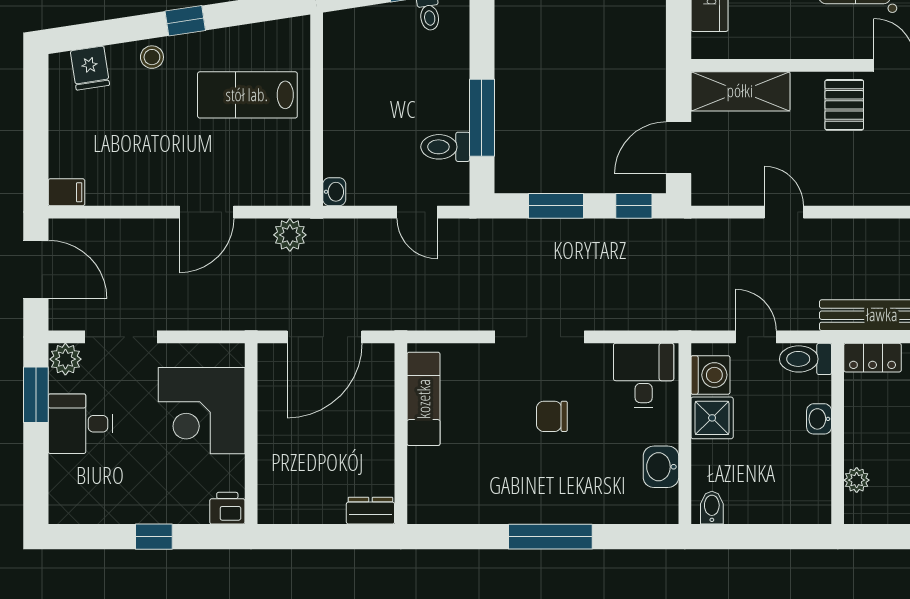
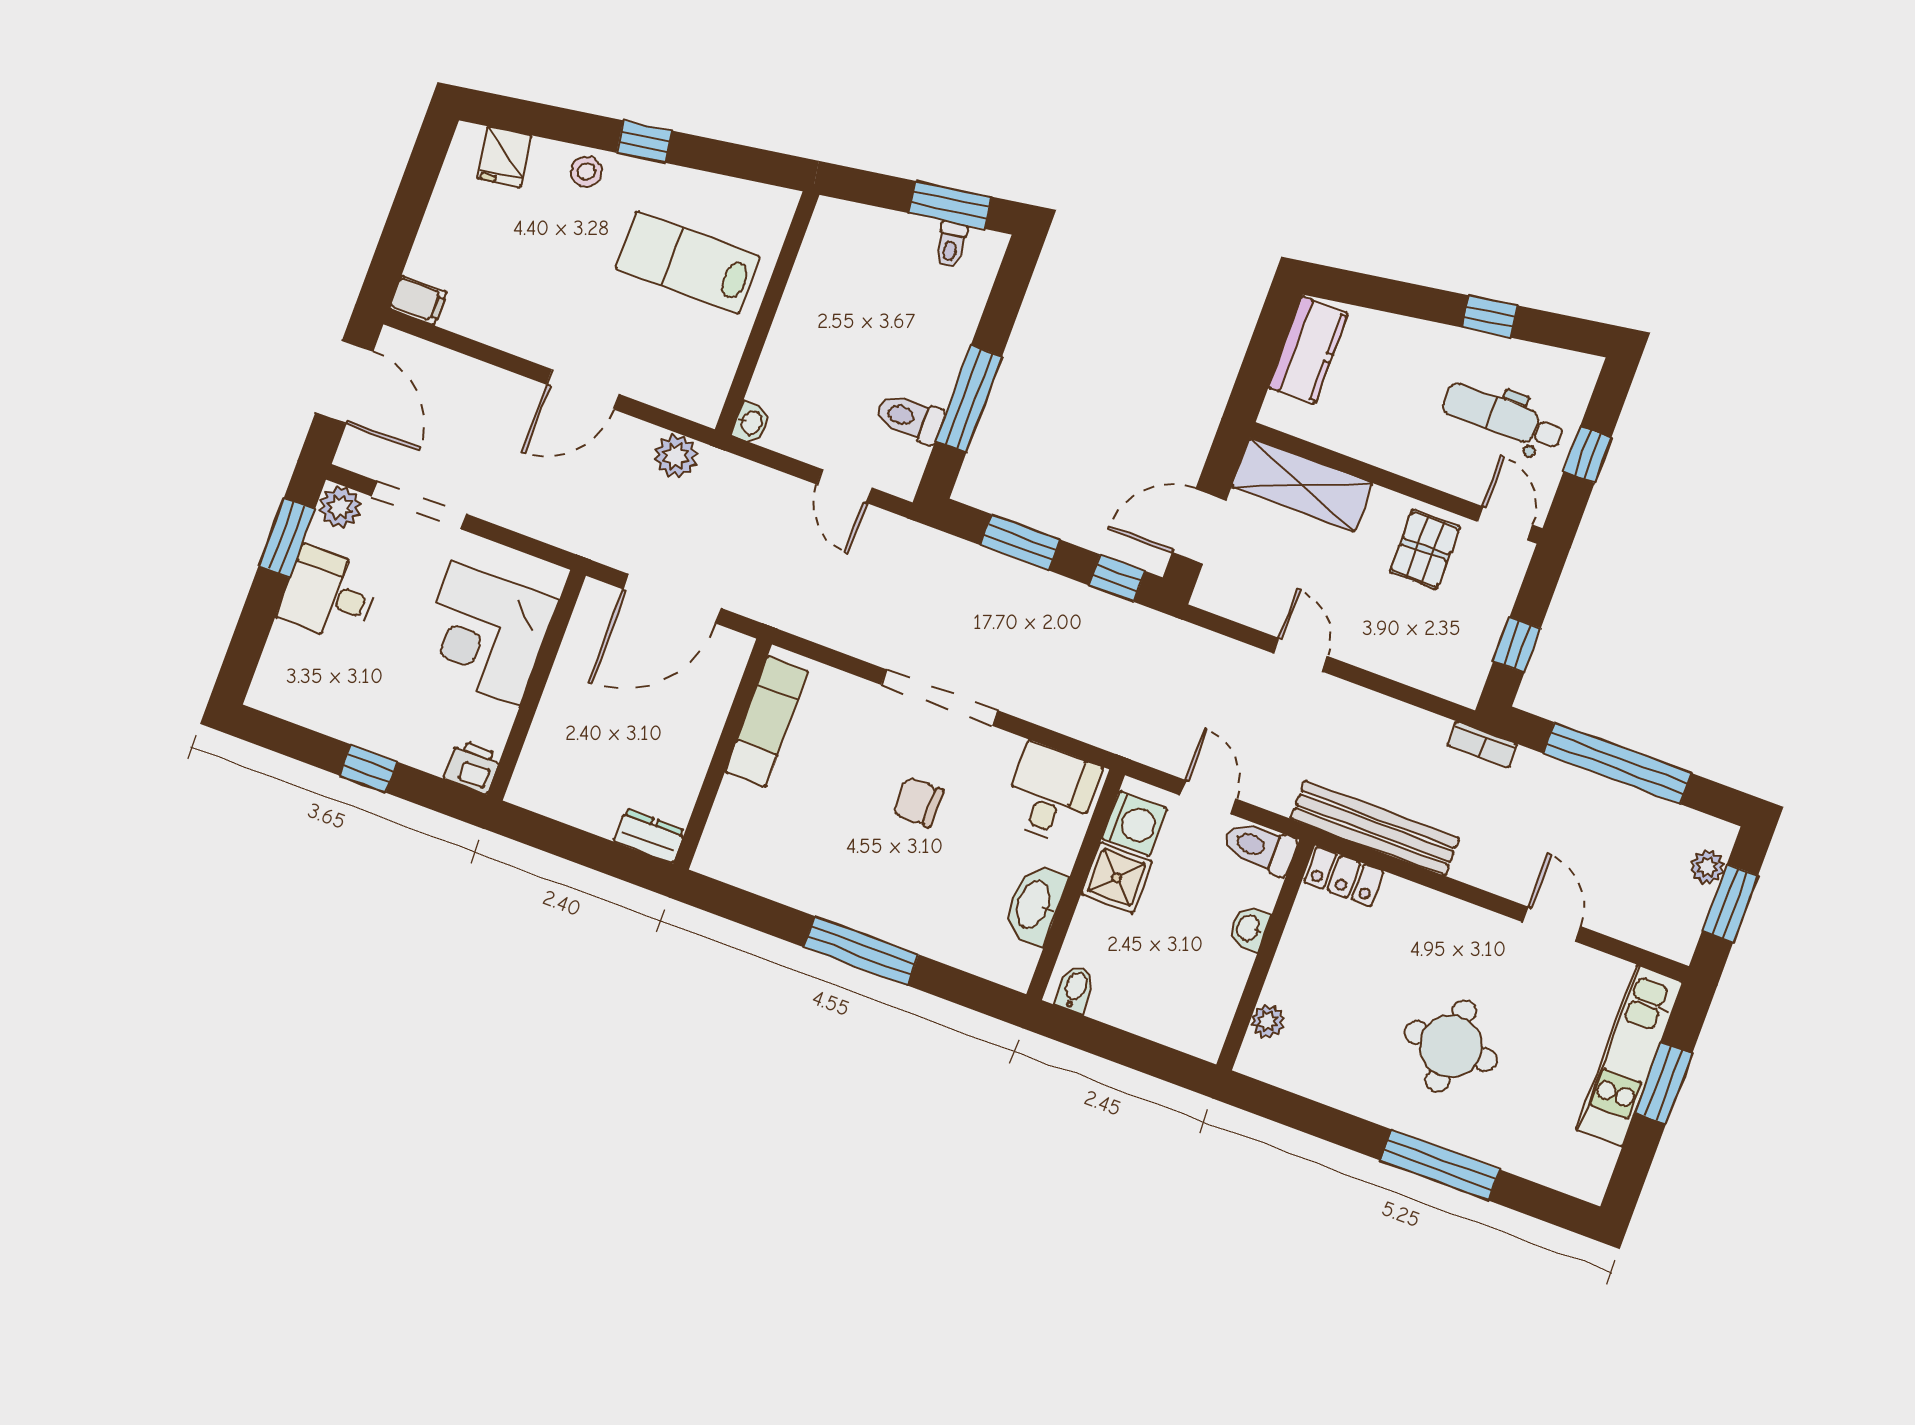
washbasin: (661, 467) -> (1034, 905), width x1.38

